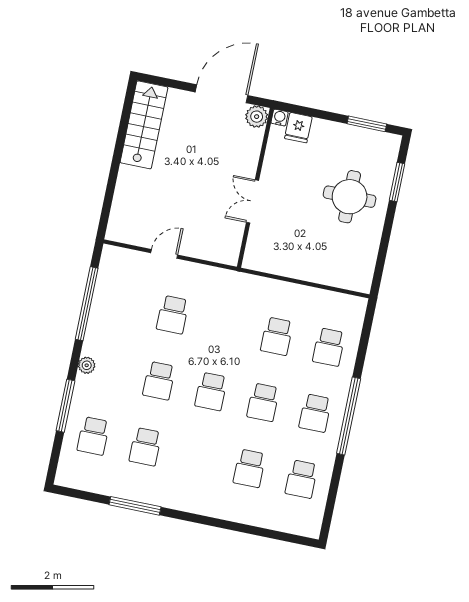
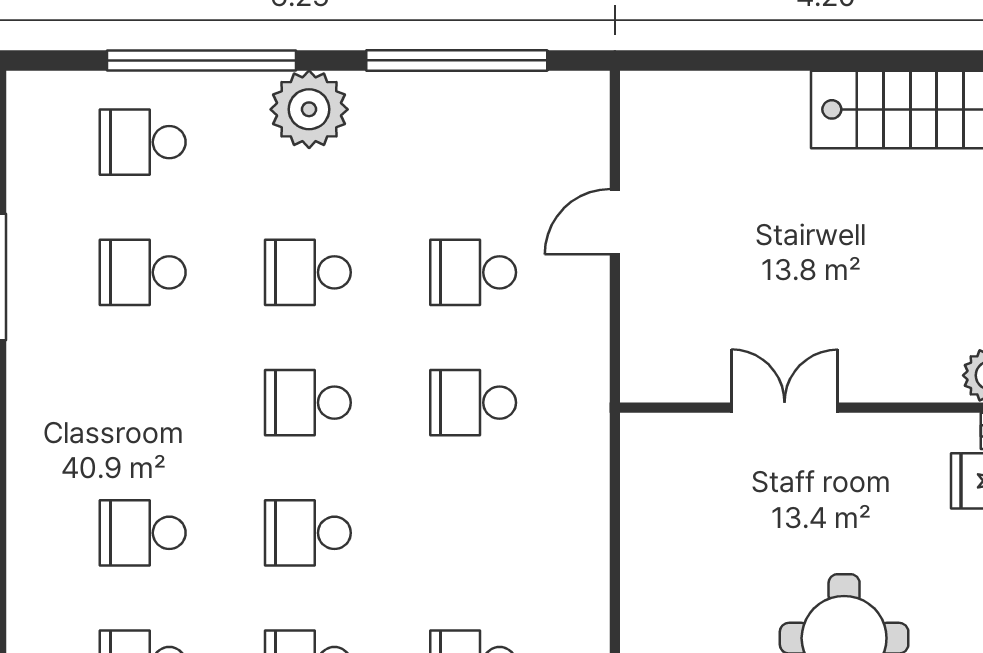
door: (164, 254) -> (615, 222), swing flipped
school desk: (277, 336) -> (473, 403), moved
plant: (87, 365) -> (309, 109), width x1.87, depth x1.87
window: (65, 406) -> (201, 60), width x1.46

